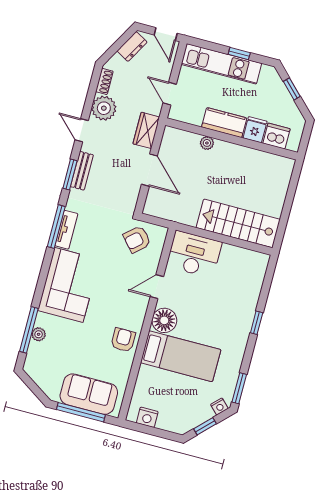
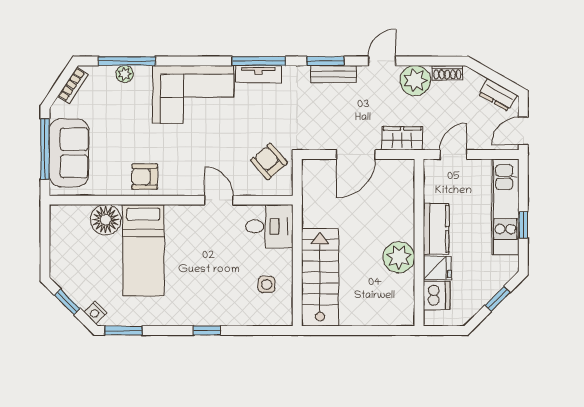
plant: (207, 143) -> (399, 257), moved, width x1.88, depth x1.88
desk: (194, 254) -> (269, 226), width x0.73
side table: (233, 267) -> (267, 284), added
floor lamp: (164, 320) -> (106, 220), moved
armchair: (123, 340) -> (145, 177), turned 180
bookcase: (37, 377) -> (73, 86), added
nightstand: (147, 417) -> (60, 230), removed

